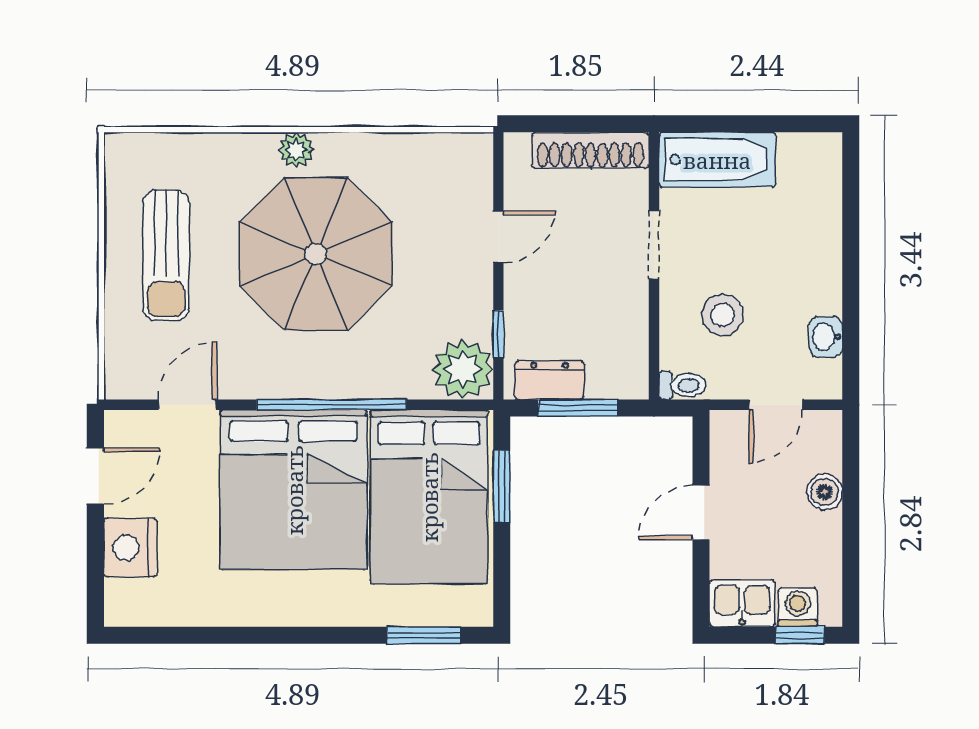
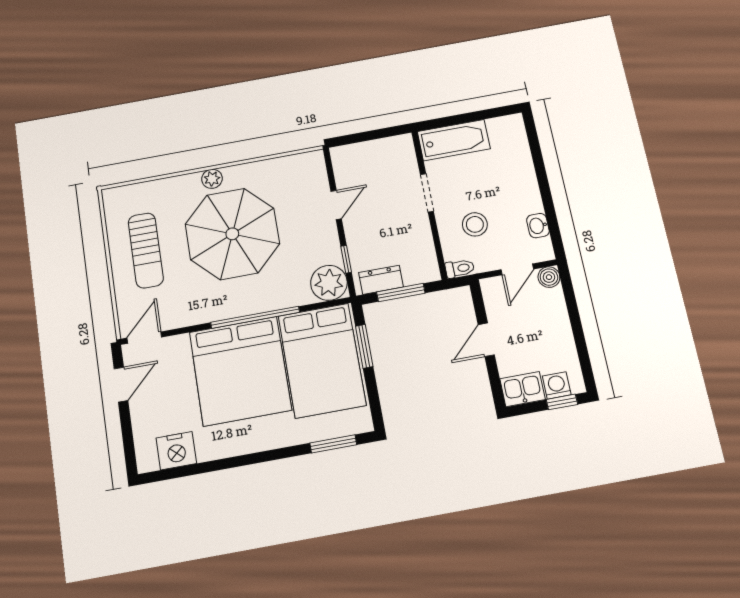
shoe rack: (590, 150) -> (380, 148), removed
door: (187, 405) -> (144, 338), moved
boiler: (825, 492) -> (549, 277), moved
nightstand: (130, 548) -> (176, 451), moved, turned -90

